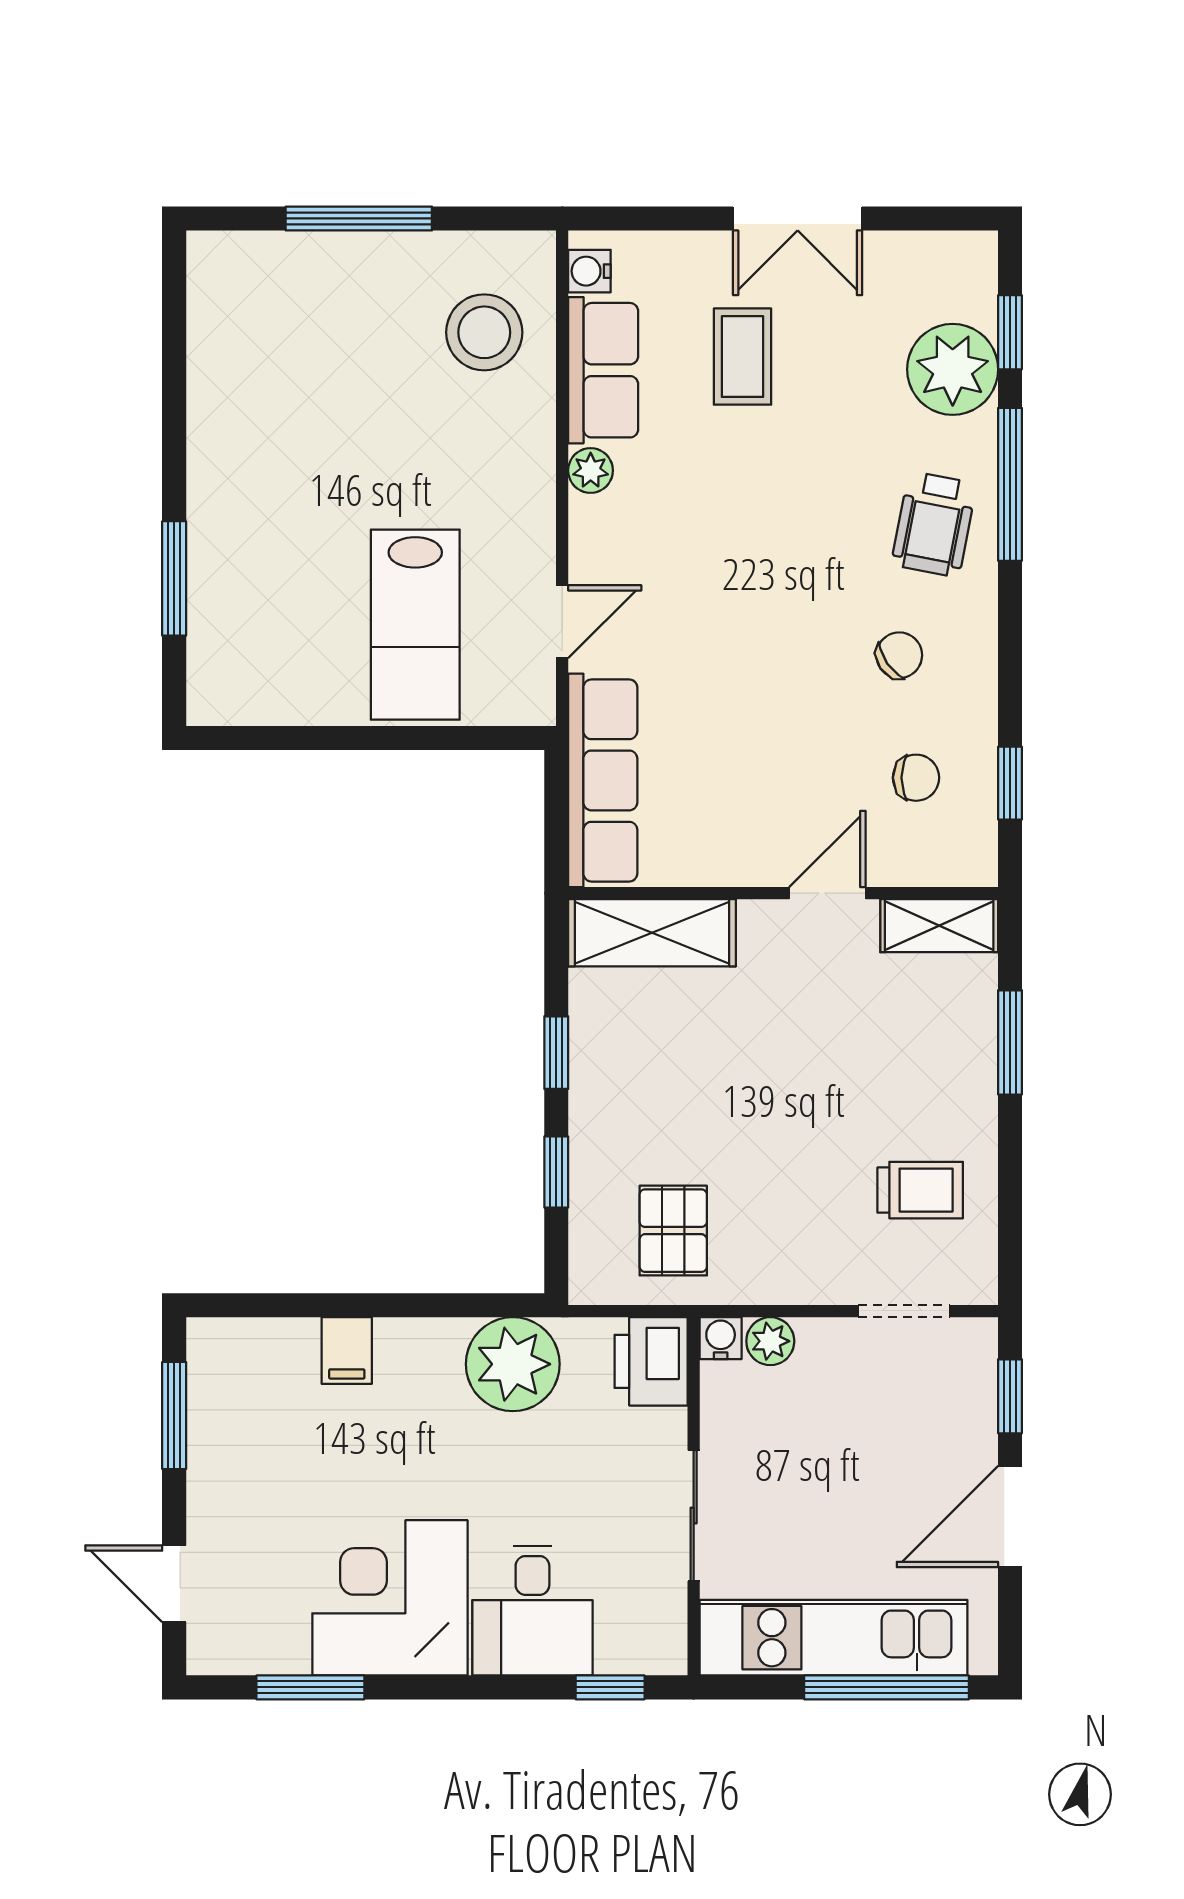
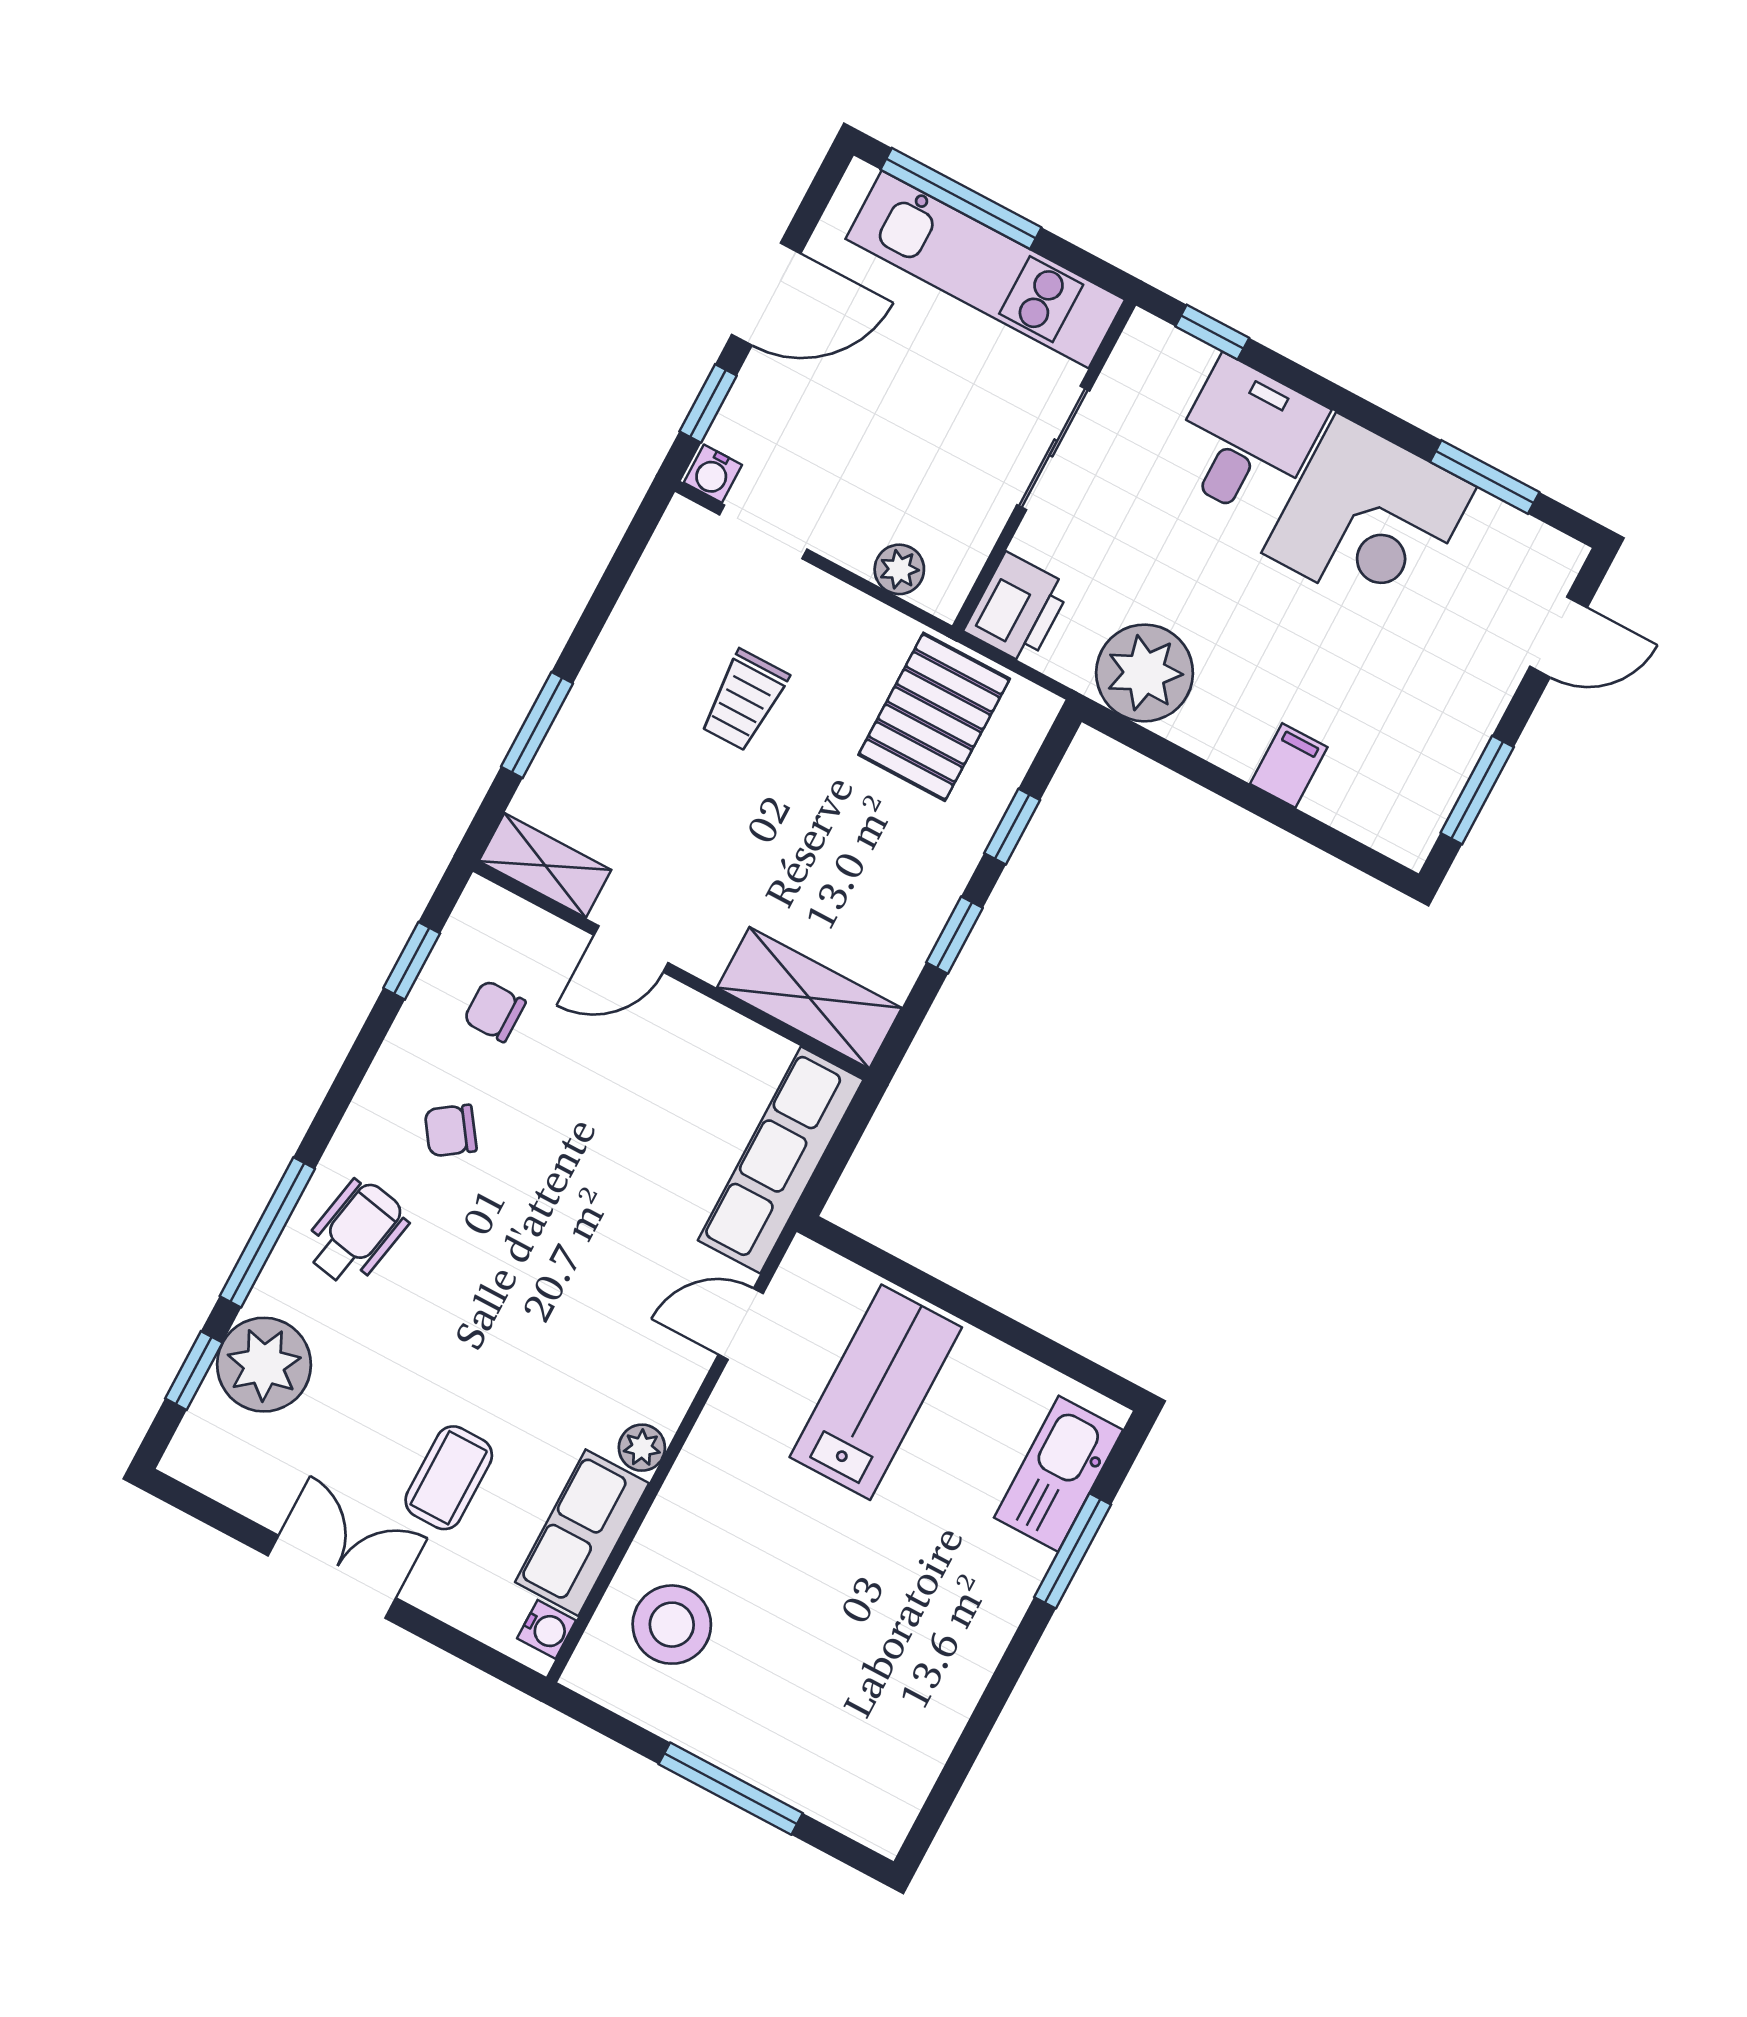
kitchen sink: (221, 638) -> (1058, 1474), added
trolley: (920, 1190) -> (744, 700), moved, turned -90
pallet: (673, 1231) -> (934, 717), width x1.50, depth x1.42
water cooler: (721, 1338) -> (713, 474), moved
door: (174, 1584) -> (1558, 637), hinge flipped

